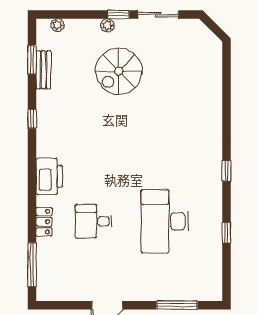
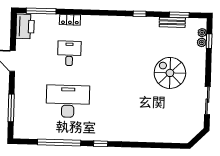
window: (118, 14) -> (209, 41), moved
plant: (108, 25) -> (202, 42), moved
printer: (49, 176) -> (25, 26), moved, turned -90
window: (226, 233) -> (59, 143), width x3.17

